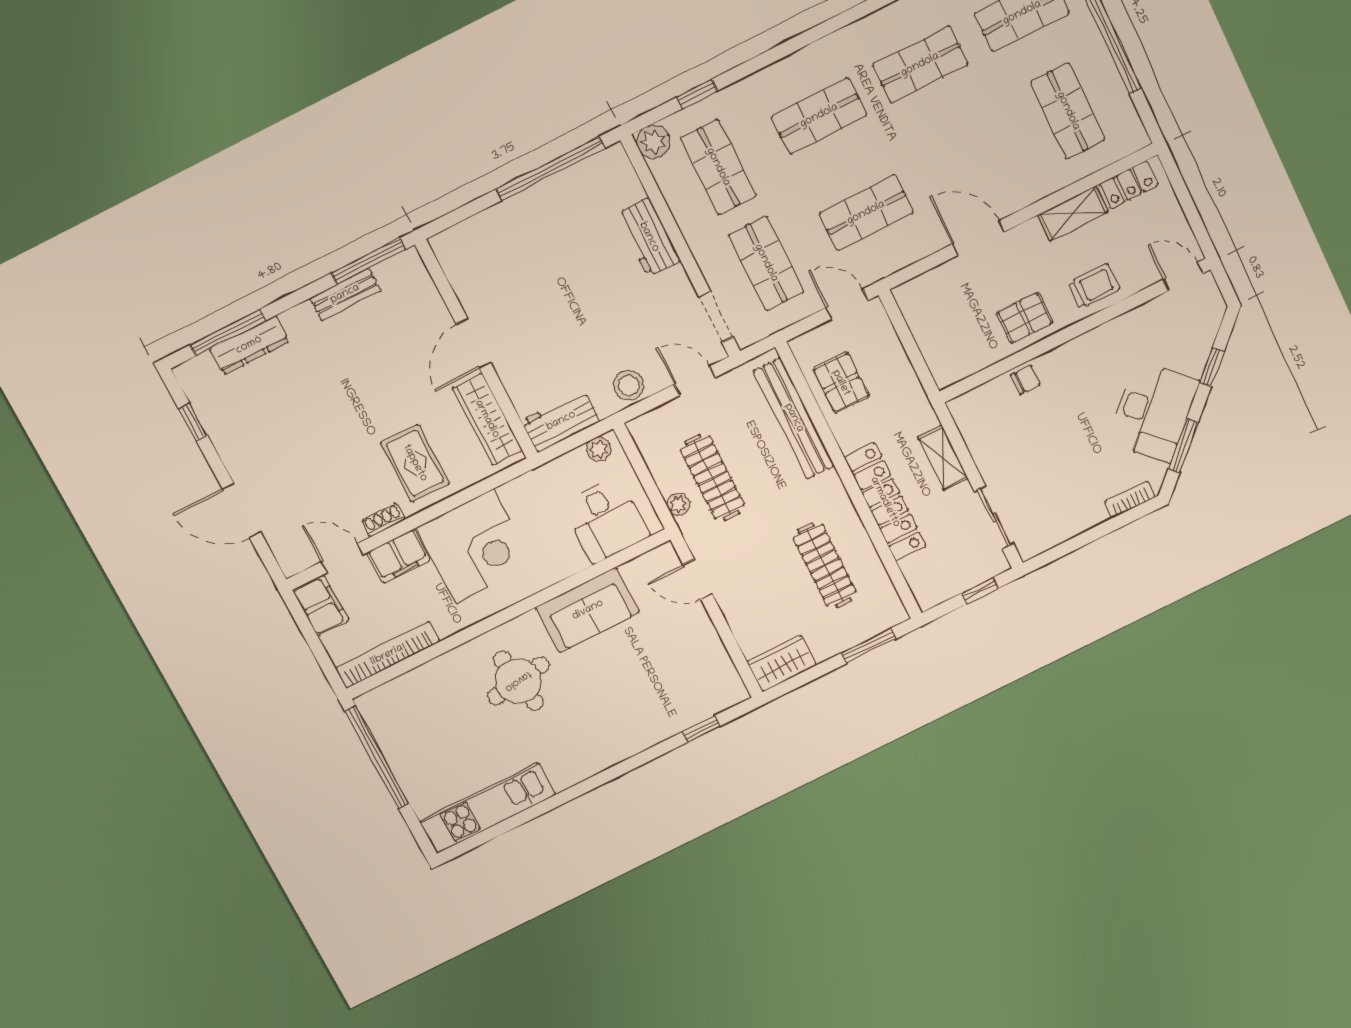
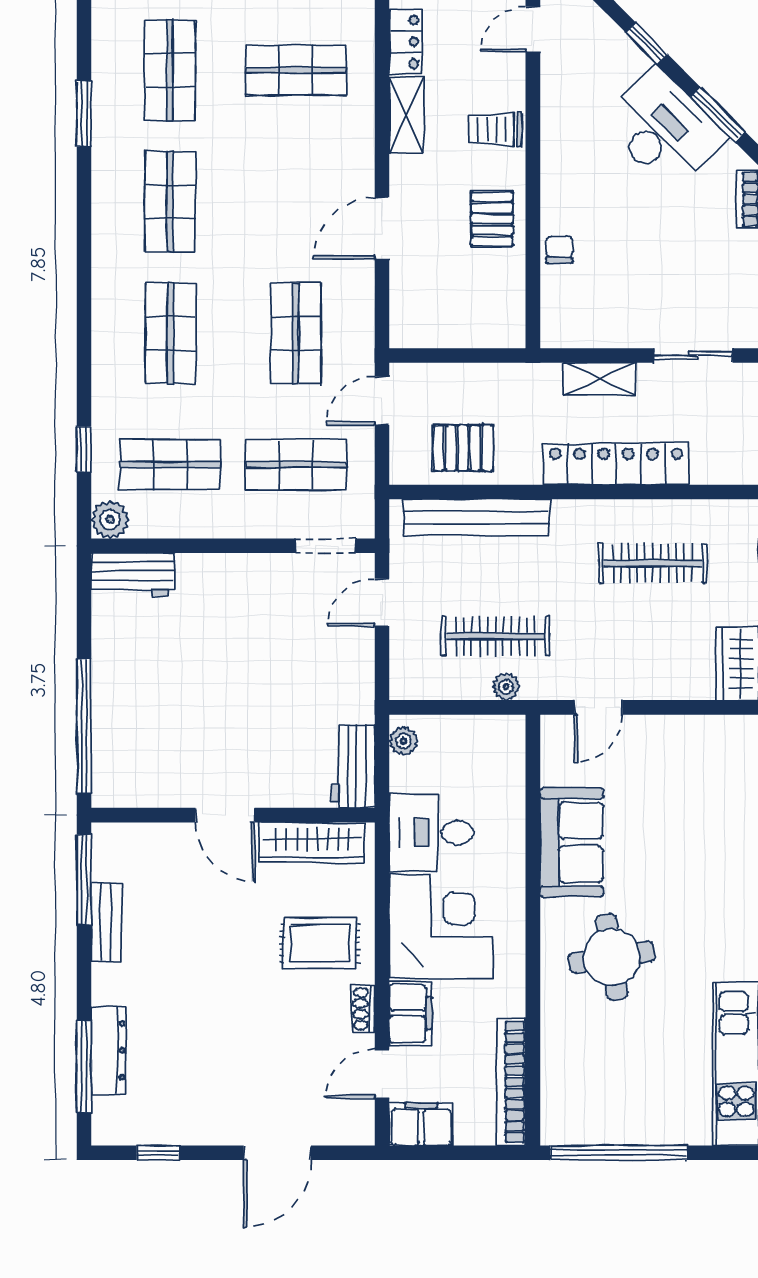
window: (551, 168) -> (84, 726), moved
workbench: (649, 237) -> (133, 575), moved
trolley: (1094, 286) -> (495, 130), turned -90
stool: (629, 386) -> (352, 675), removed
desk: (606, 520) -> (431, 833), moved, turned 180

